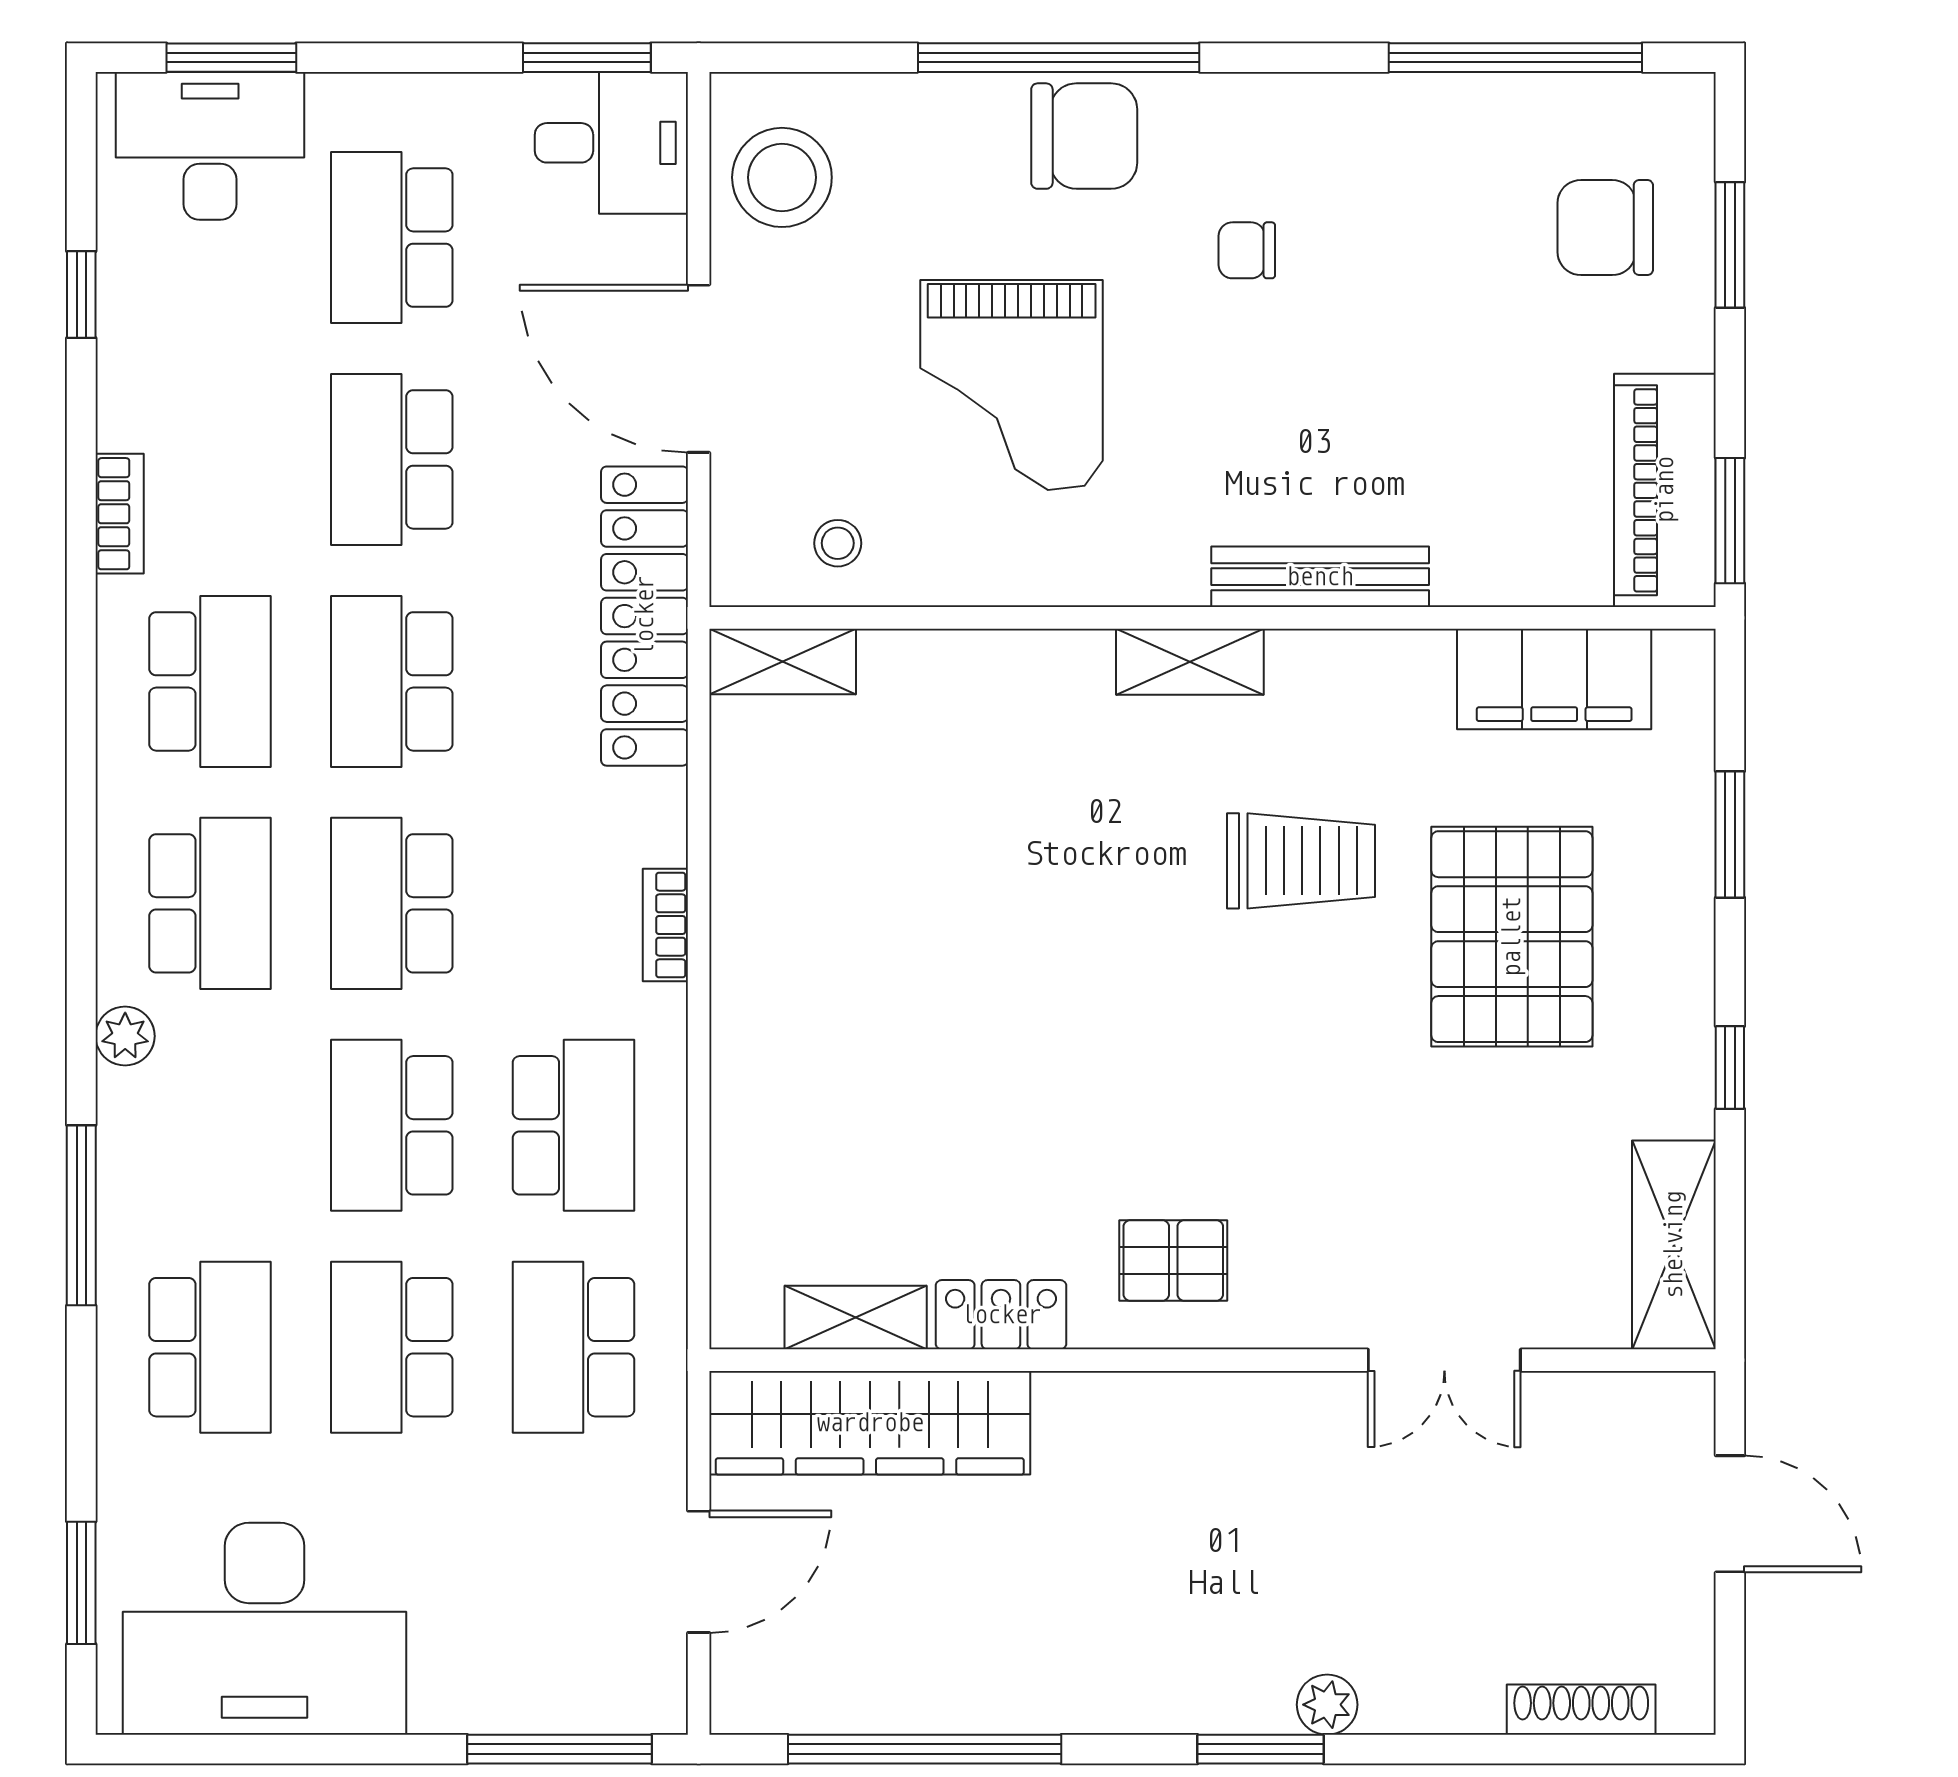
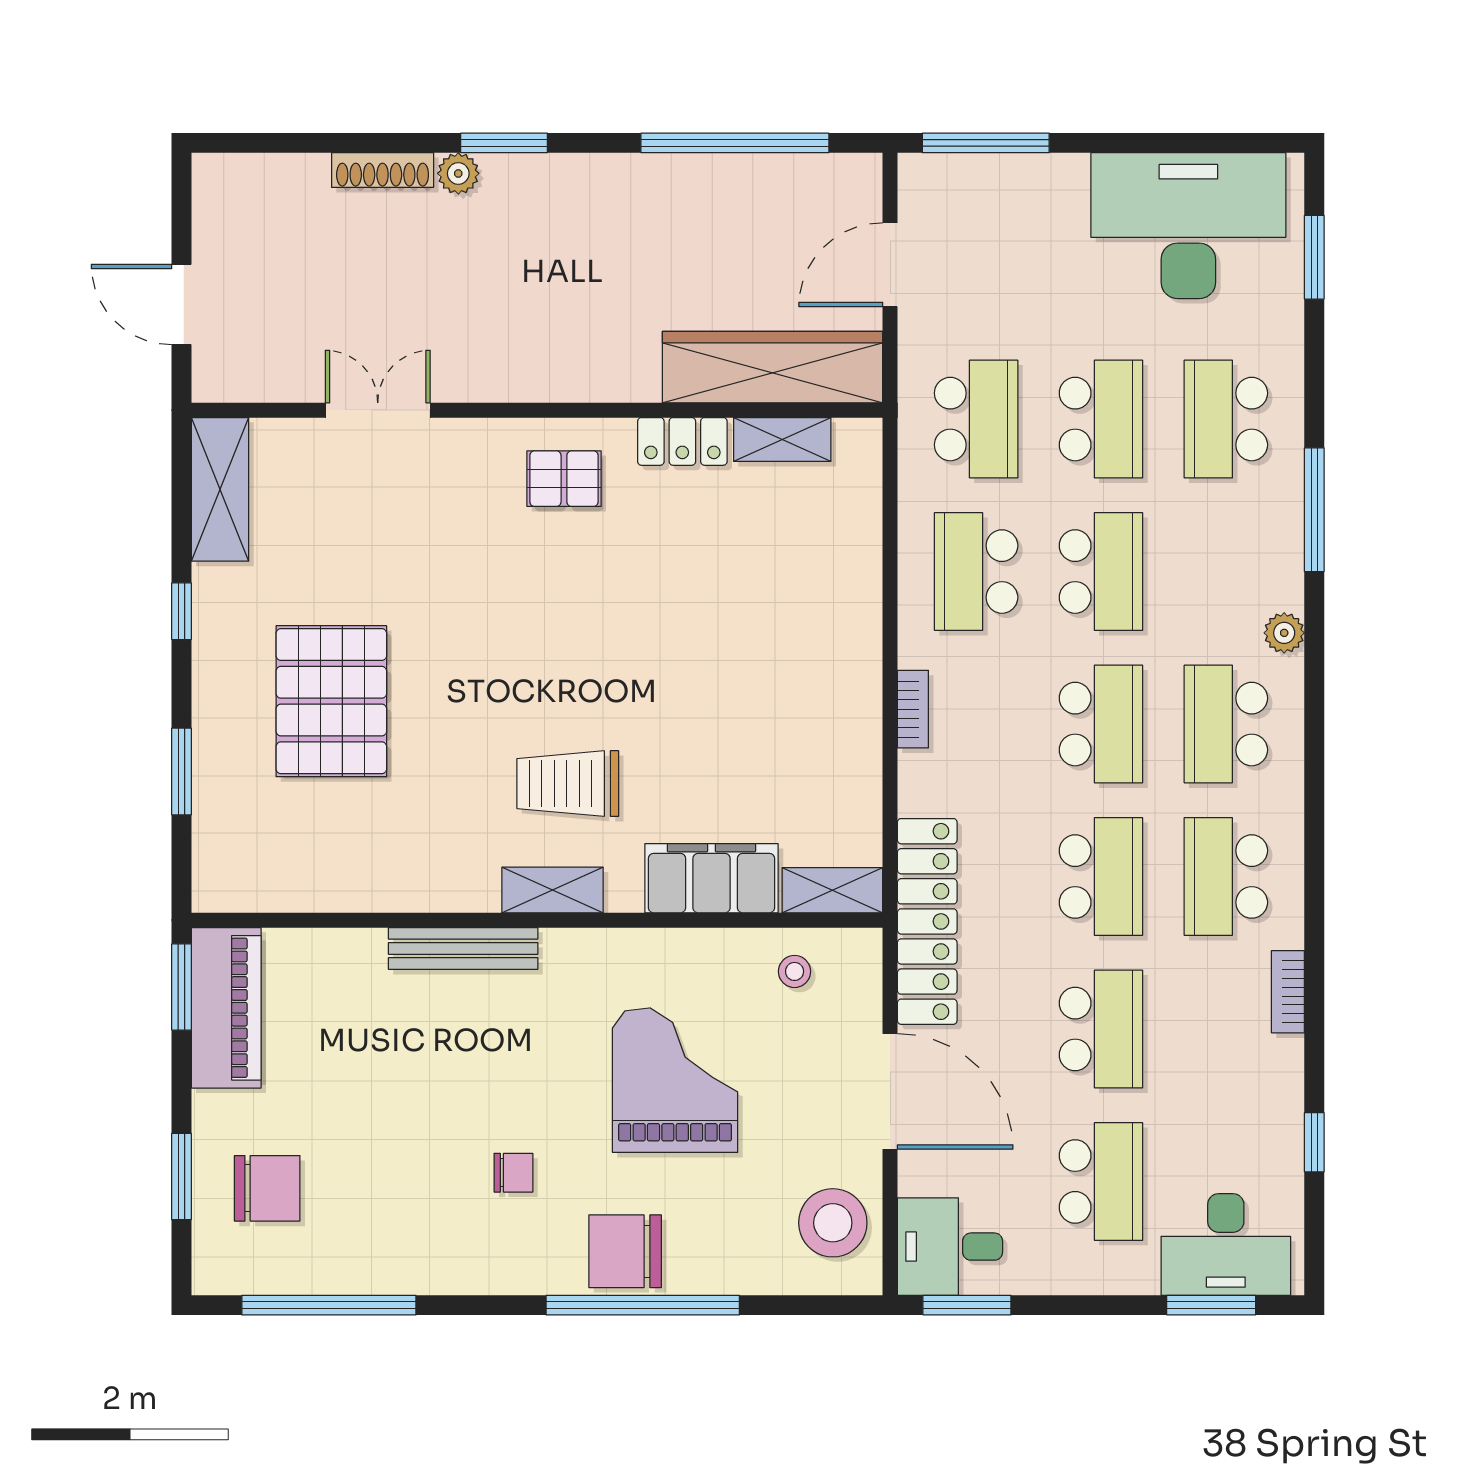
filing cabinet: (1554, 679) -> (711, 878), moved
trolley: (1301, 861) -> (568, 784), moved
shoe rack: (1581, 1710) -> (383, 170), moved

